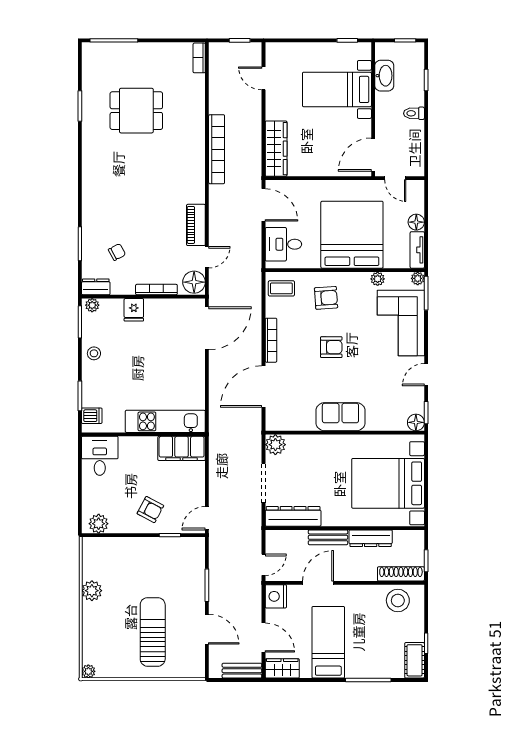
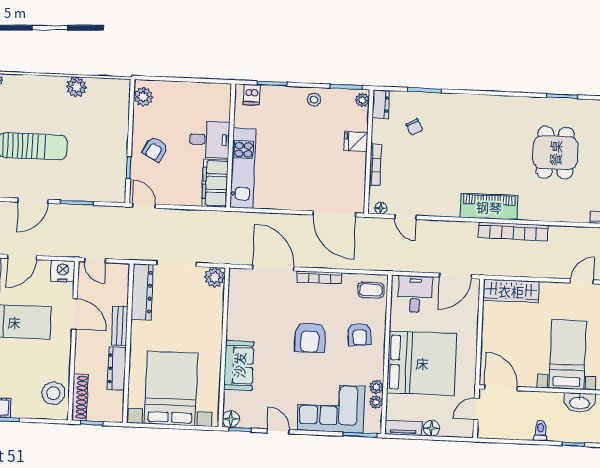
piano: (196, 225) -> (489, 207), moved, width x1.37, depth x1.33
plant: (418, 278) -> (376, 402), moved
floor lamp: (194, 282) -> (381, 208), width x0.53, depth x0.53
coffee table: (281, 288) -> (371, 290), turned 90
armchair: (331, 347) -> (310, 338), width x1.38, depth x1.38
sofa: (340, 417) -> (239, 365), moved
desk: (100, 456) -> (210, 140), moved

